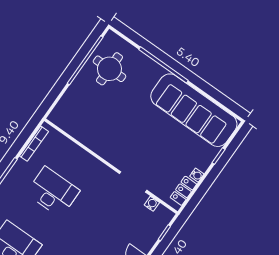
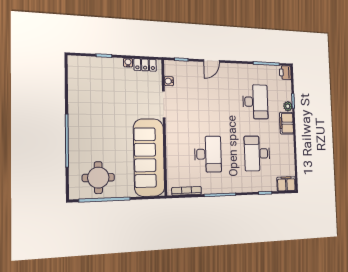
sofa: (194, 110) -> (149, 157), moved, turned 180
desk: (53, 192) -> (208, 154), turned 180

